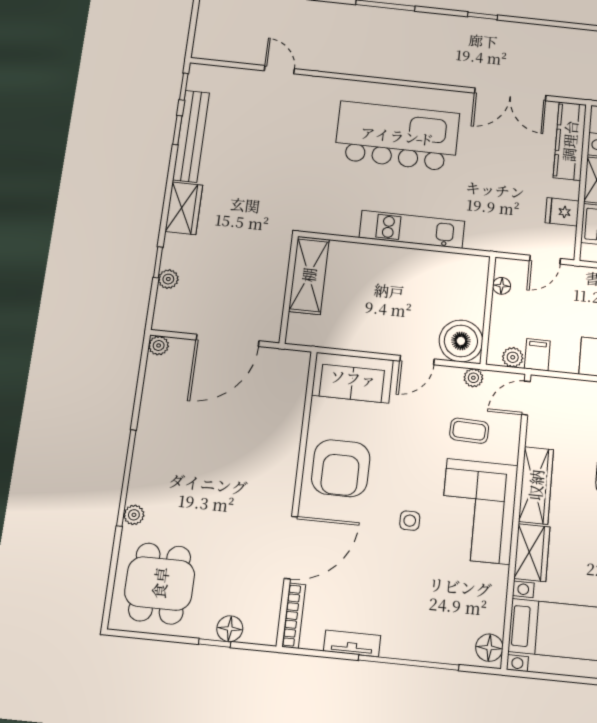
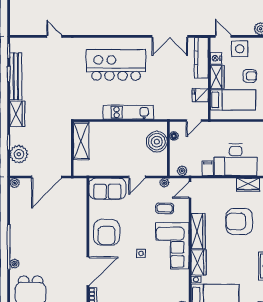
plant: (168, 279) -> (19, 154), width x1.88, depth x1.88
boiler: (461, 341) -> (157, 142), moved
filing cabinet: (537, 355) -> (208, 168), moved

